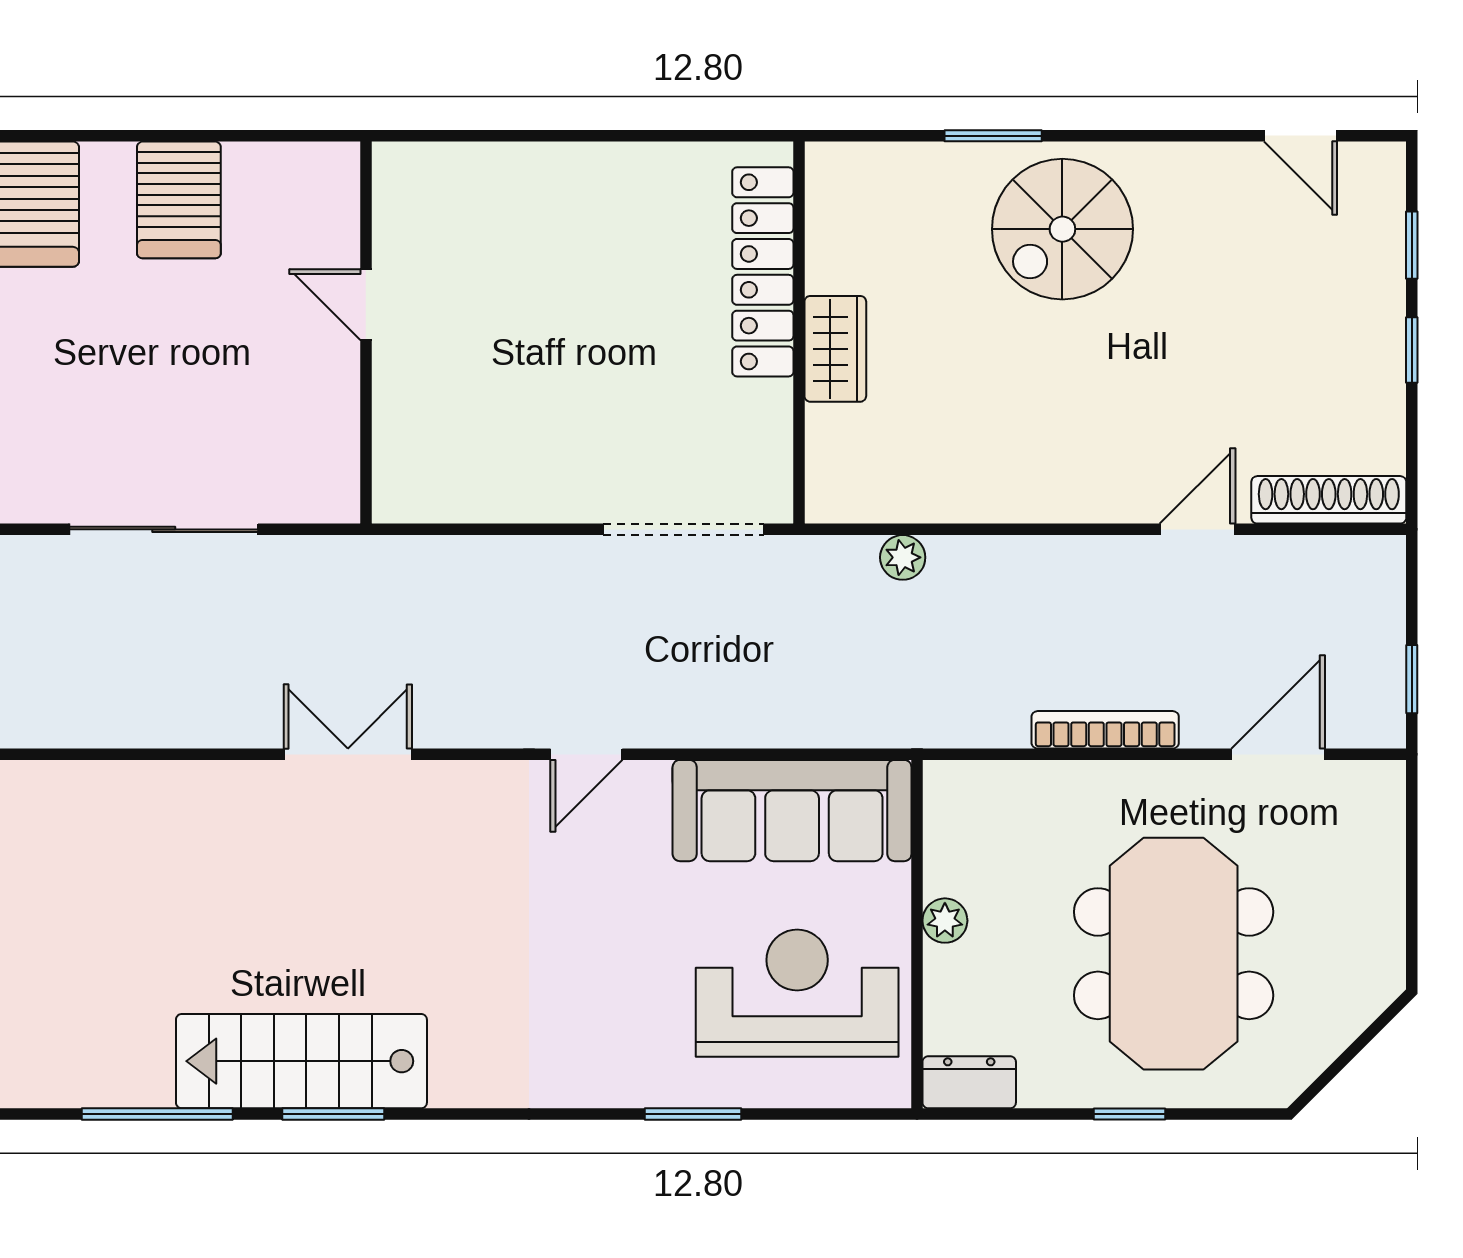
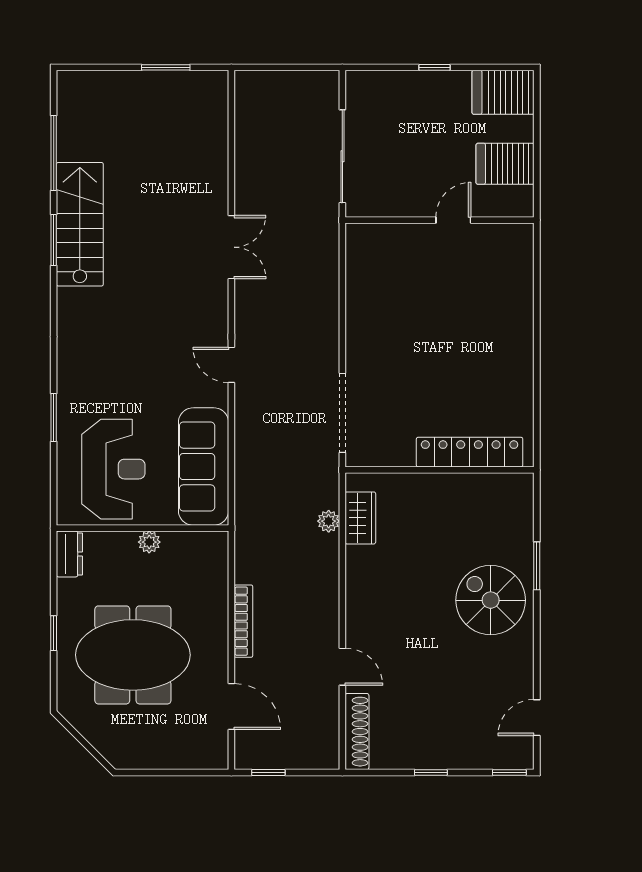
window: (1412, 245) -> (509, 773), moved
door: (366, 305) -> (453, 220), moved
wall: (366, 333) -> (440, 220), moved
wardrobe: (835, 349) -> (360, 518), moved, turned -90

